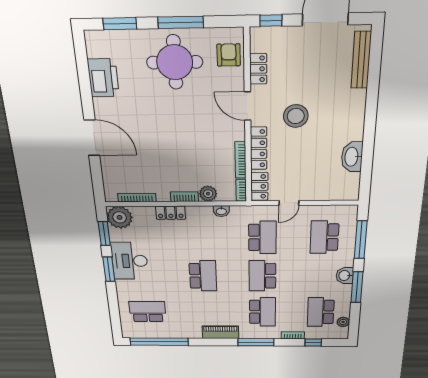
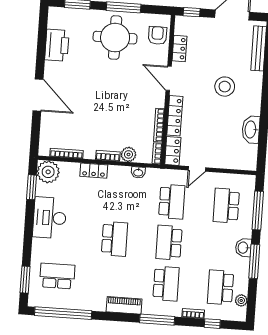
stool: (296, 116) -> (225, 87), moved
window: (109, 269) -> (25, 280), moved

